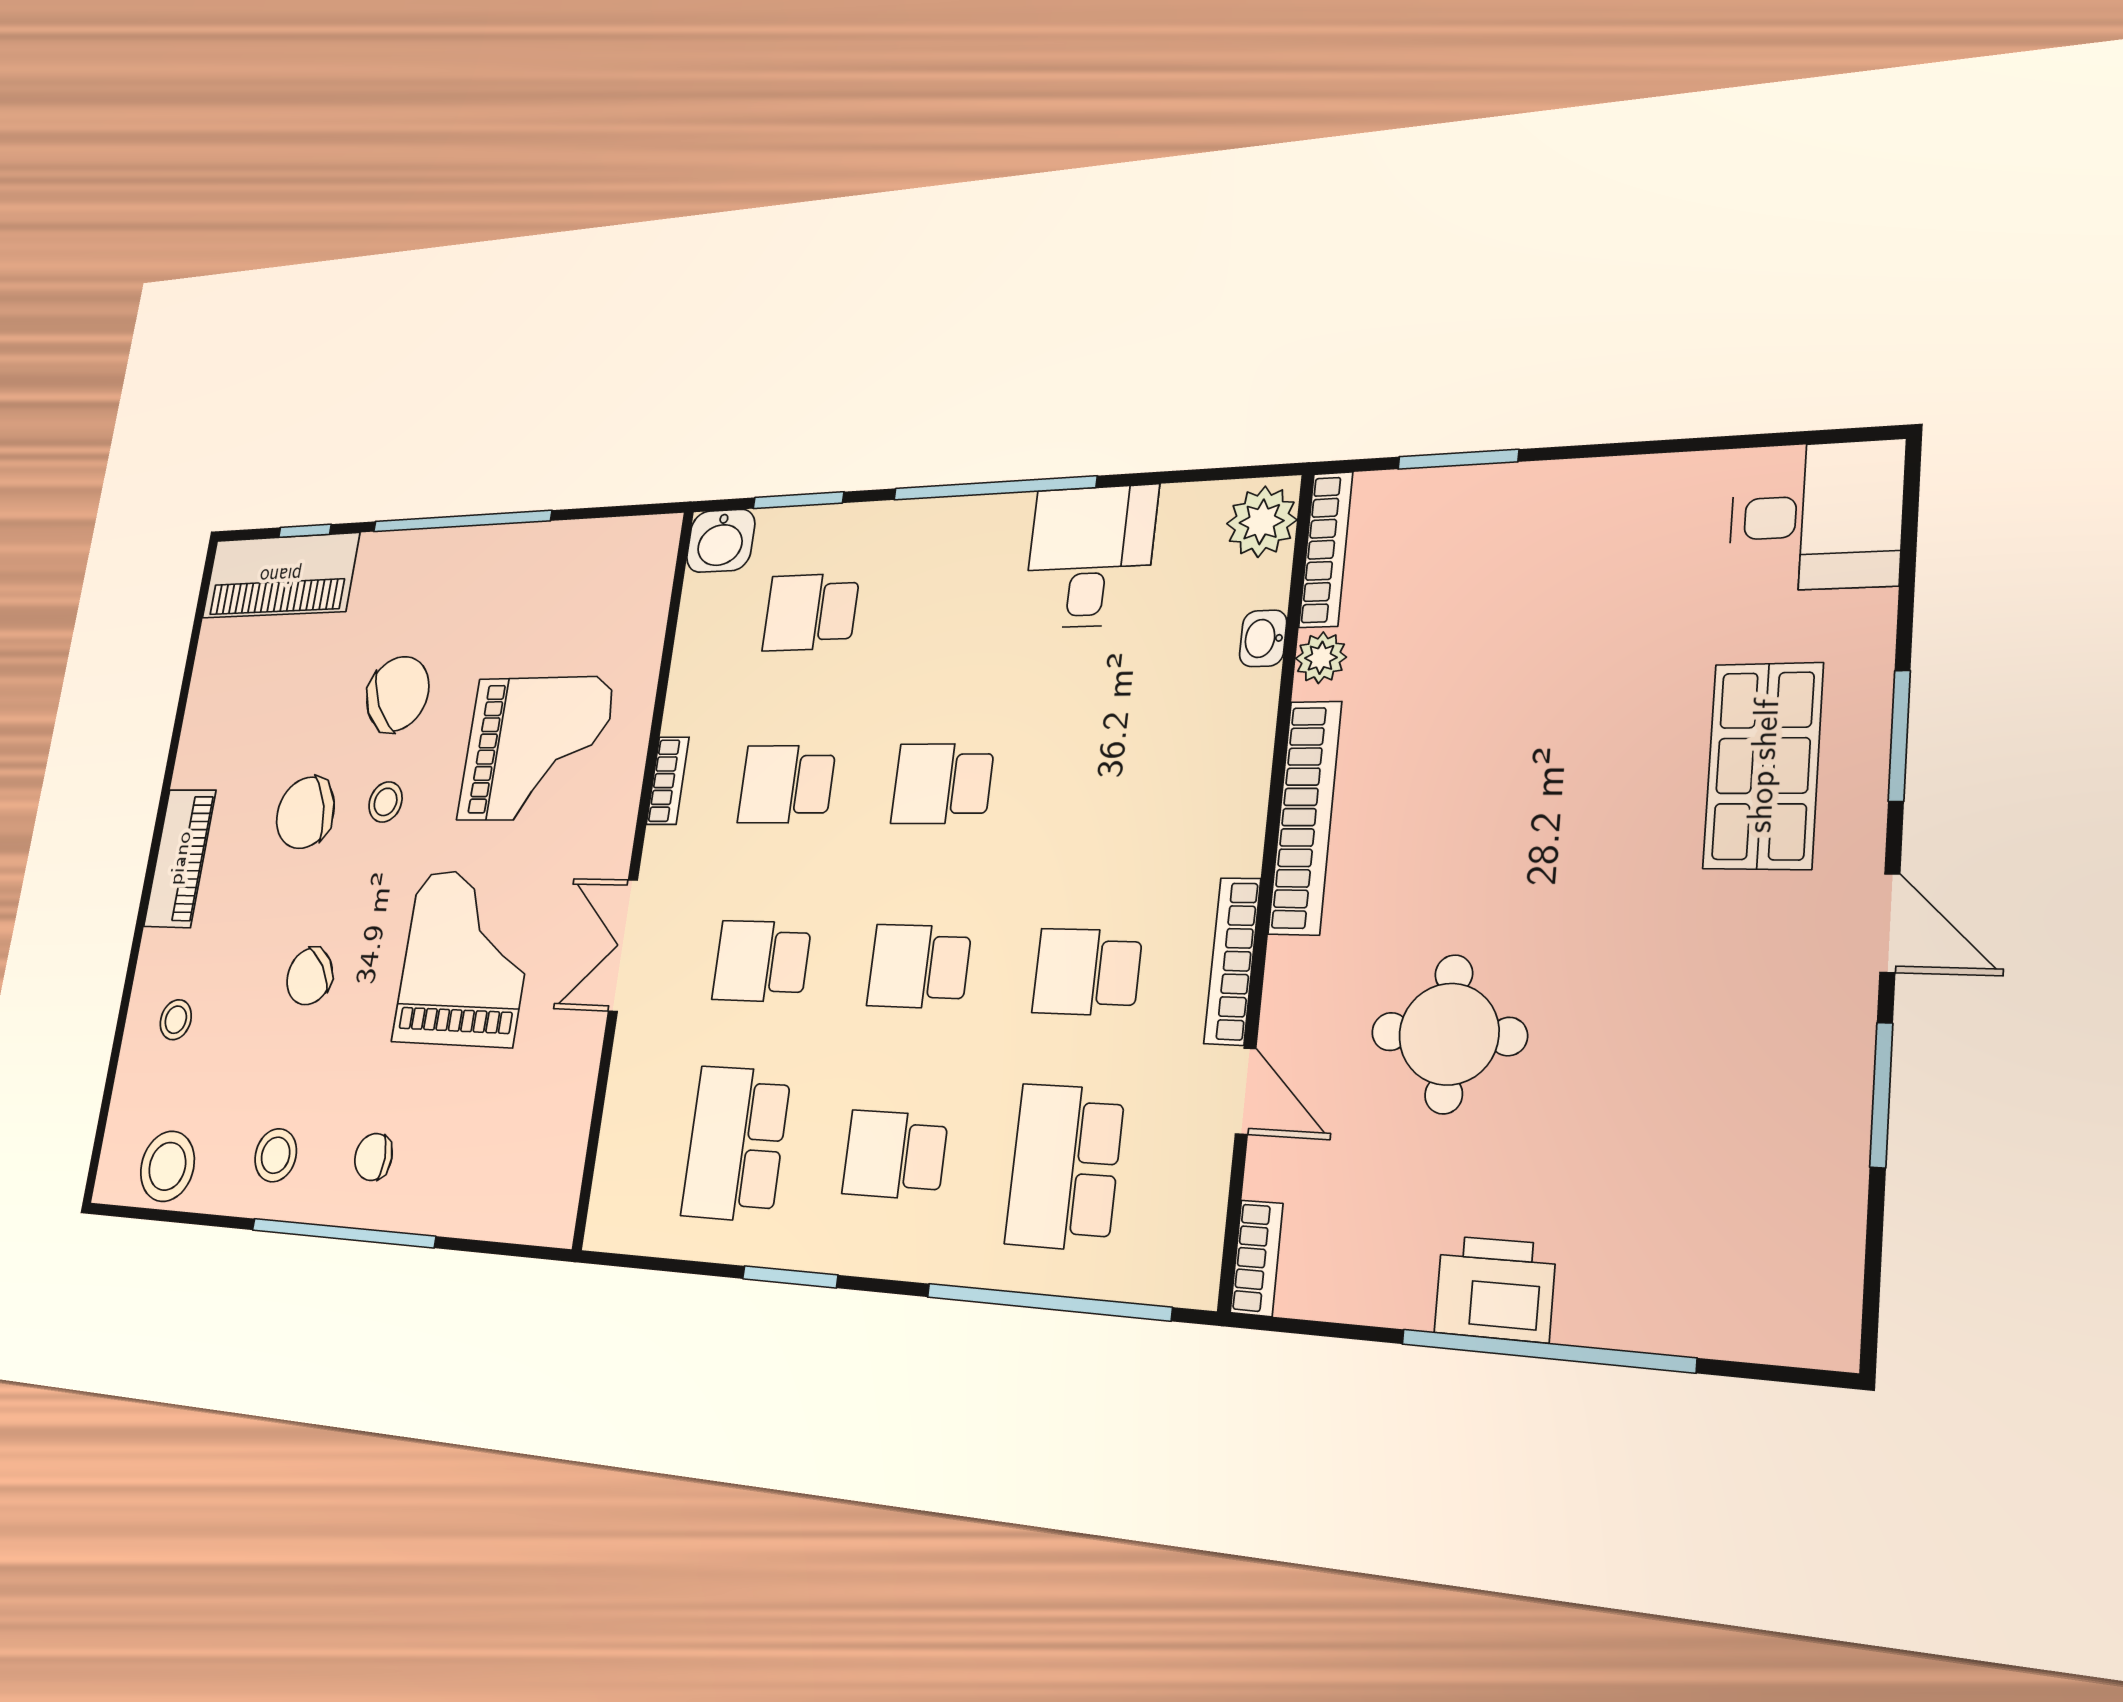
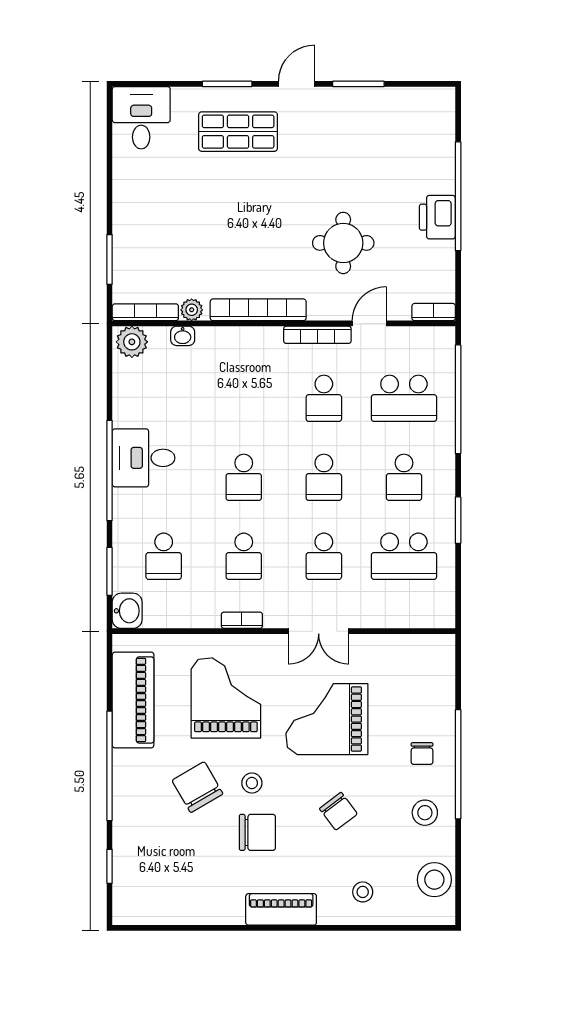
desk: (1090, 557) -> (144, 458), moved
piano: (280, 576) -> (133, 700), moved
chair: (305, 813) -> (257, 832), turned -73

